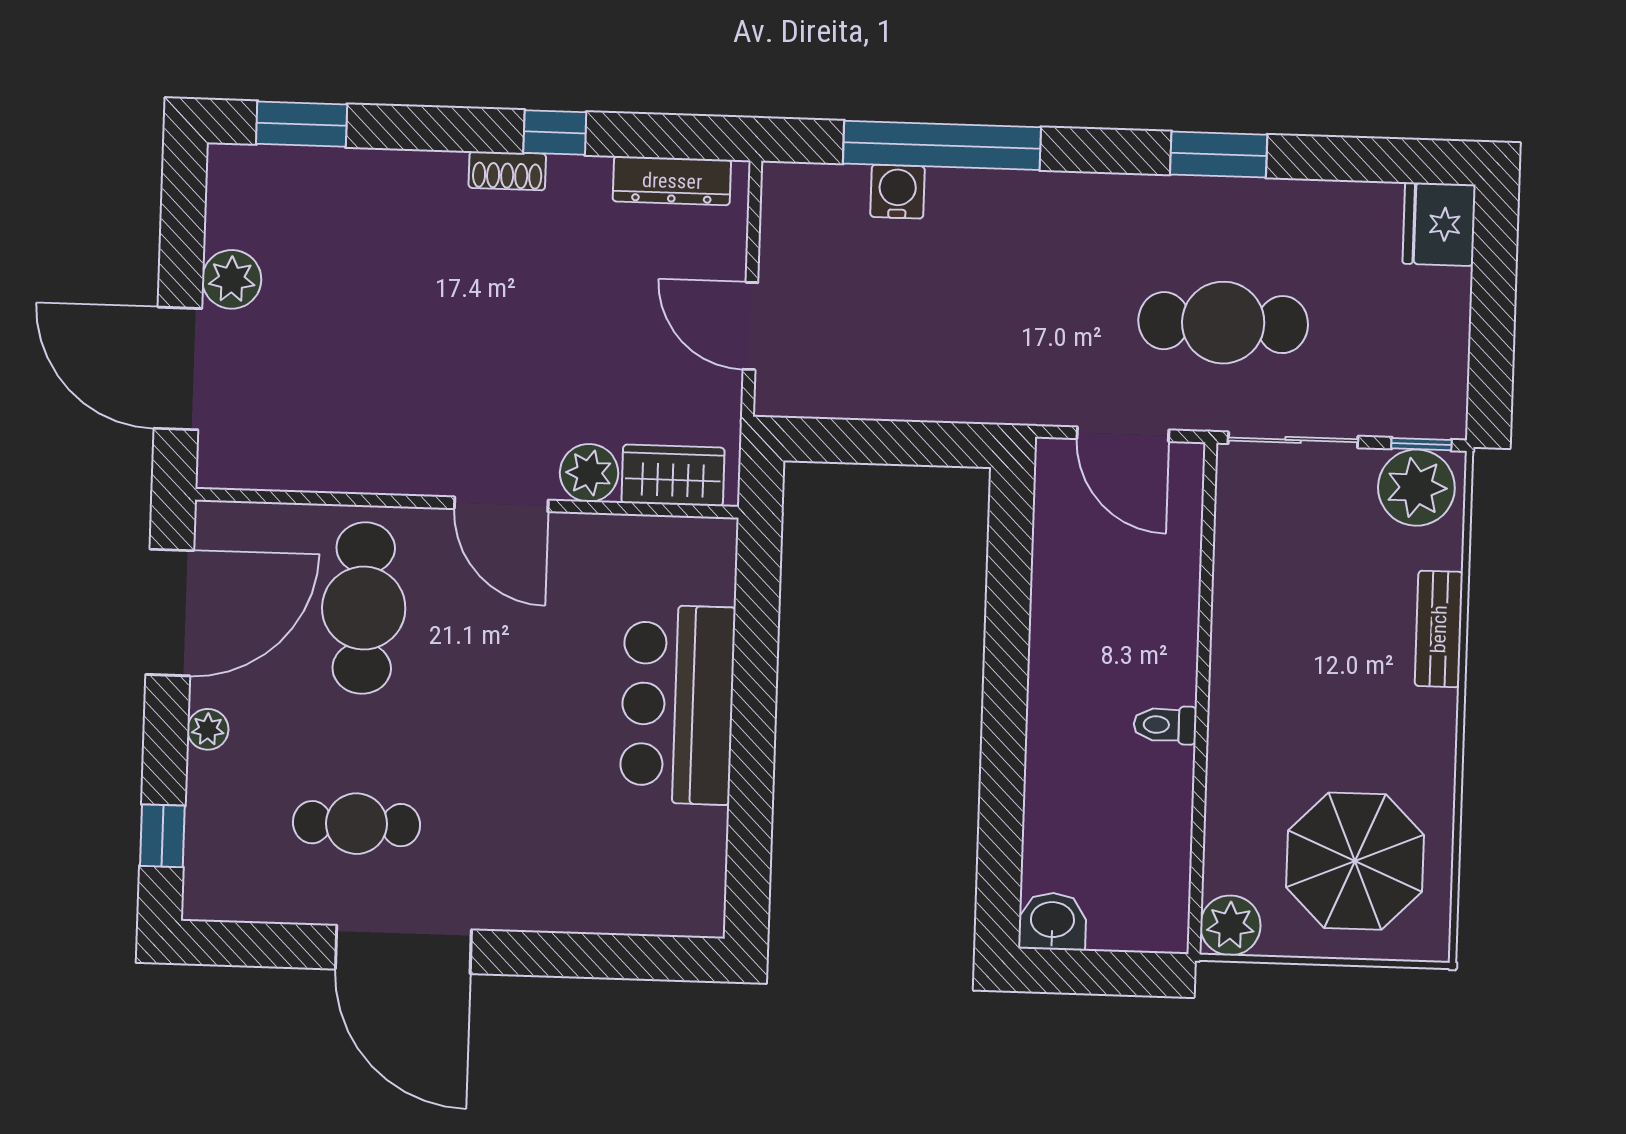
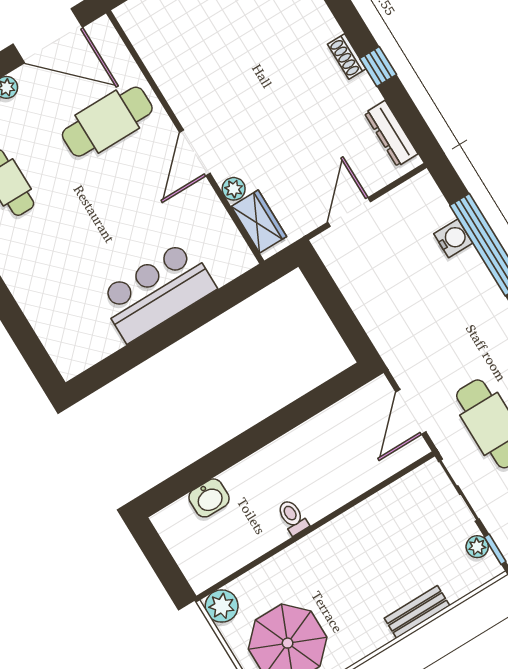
plant: (589, 473) -> (234, 189), width x0.73, depth x0.73
plant: (1416, 488) -> (477, 547), width x0.53, depth x0.53
washbasin: (1052, 921) -> (209, 498), moved, turned 90

